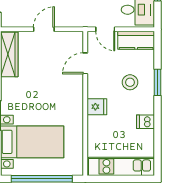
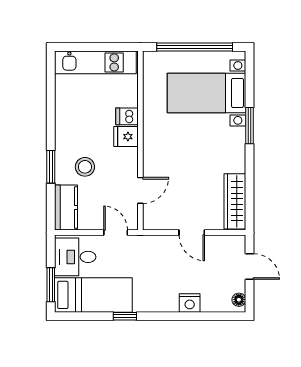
door: (44, 29) -> (192, 233), hinge flipped
kitchen counter: (136, 40) -> (66, 208), moved, turned 90
dishwasher: (145, 122) -> (127, 116), moved, turned 180

